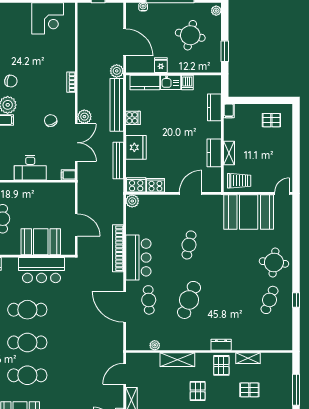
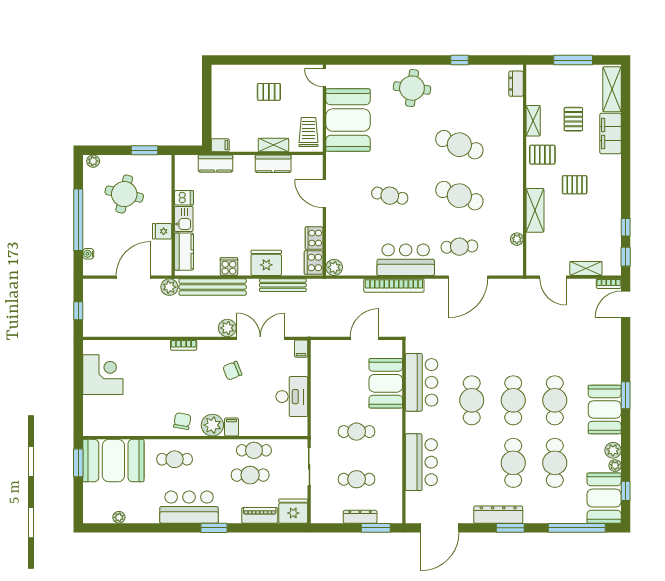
pallet: (271, 120) -> (269, 92), moved, turned 90
cafe table: (269, 300) -> (459, 145), moved, width x1.37, depth x1.35
dresser: (221, 345) -> (516, 84), moved

